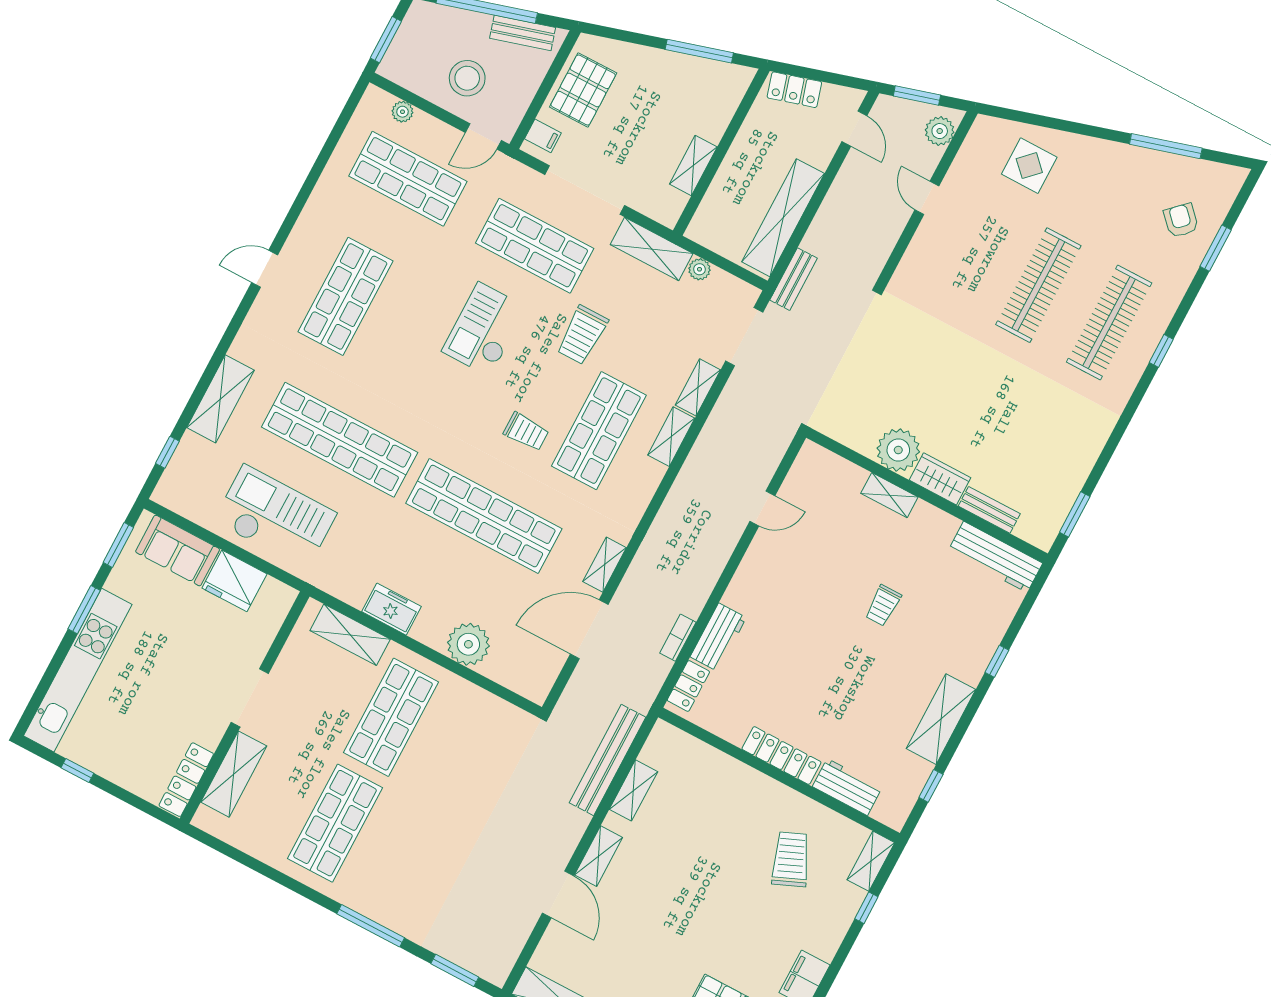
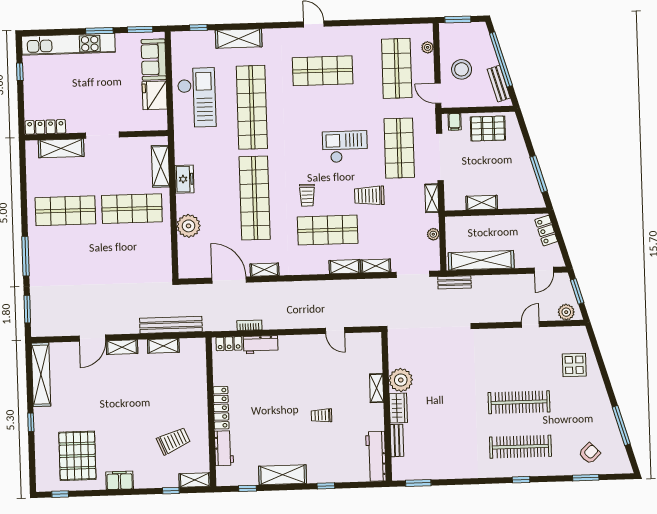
shelving: (652, 249) -> (432, 198), width x0.67, depth x0.75

